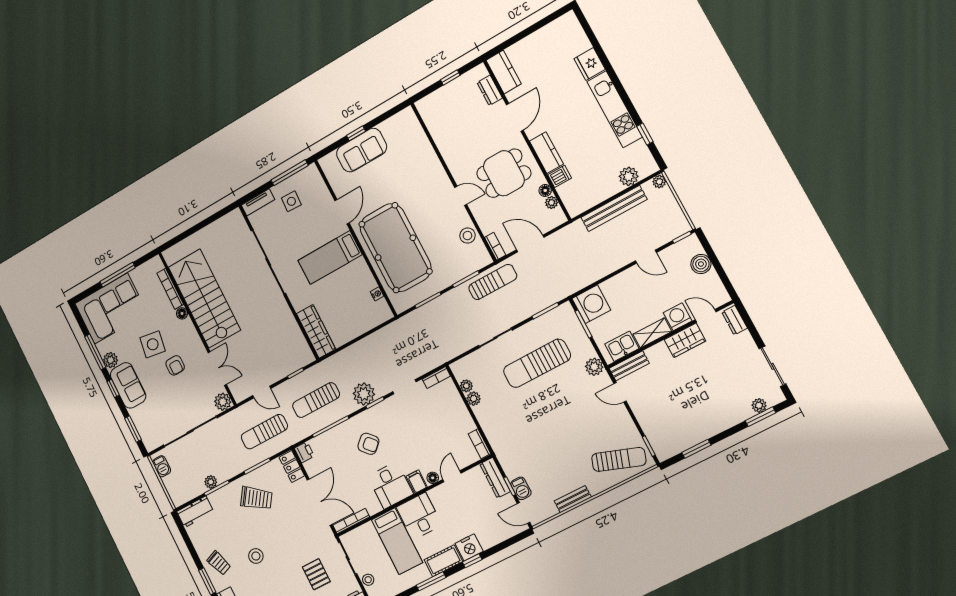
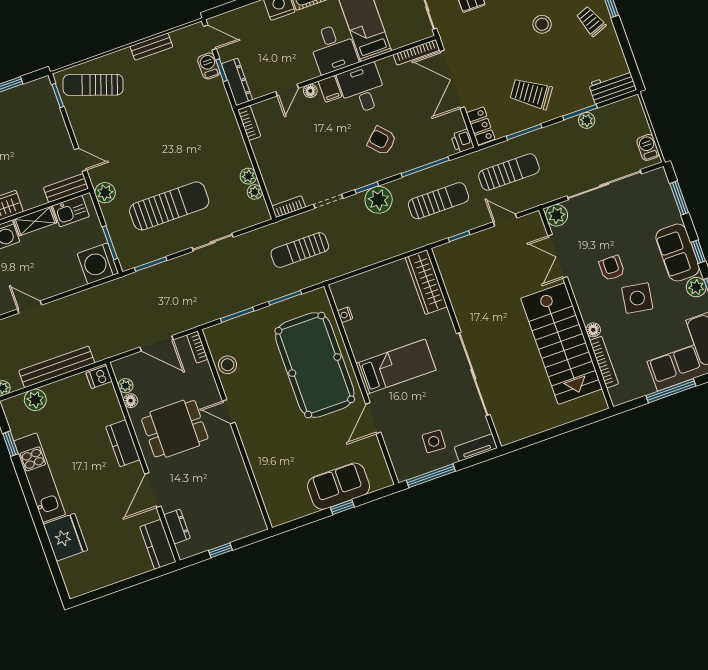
fridge: (590, 64) -> (65, 537), width x1.36, depth x1.34
dishwasher: (560, 176) -> (99, 377), moved
sun lounger: (493, 282) -> (300, 250), moved

